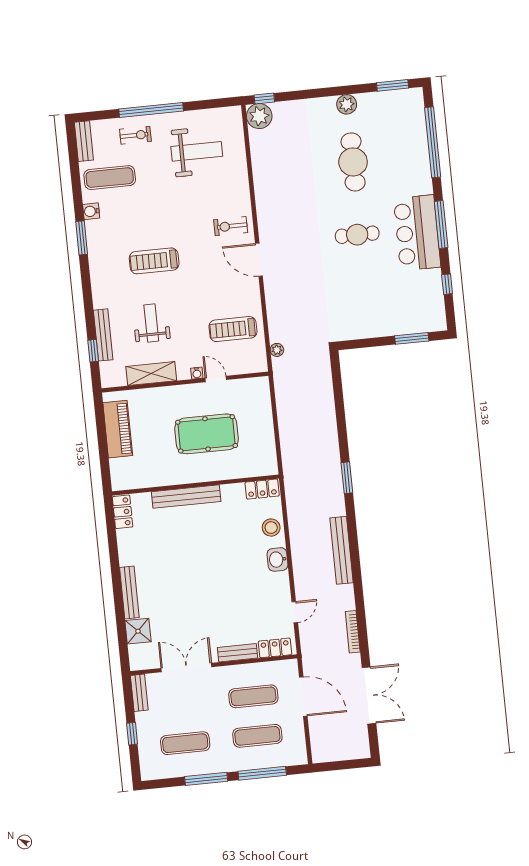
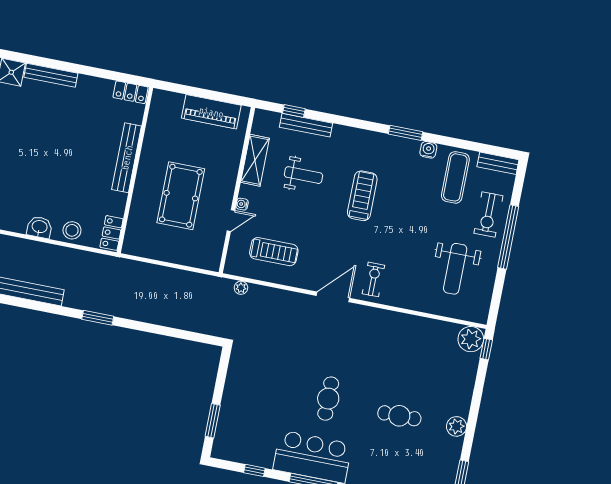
exercise bike: (135, 135) -> (488, 215), width x1.38, depth x1.39
cafe table: (353, 162) -> (399, 416), width x0.73, depth x0.74
treadmill: (233, 329) -> (274, 252), turned 90

